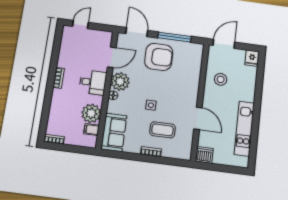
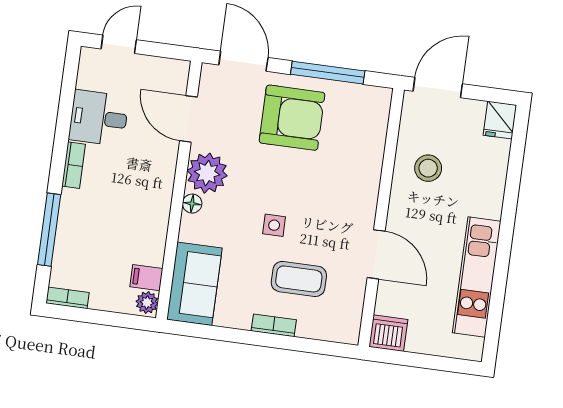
door: (112, 57) -> (188, 119), swing flipped
desk: (93, 82) -> (99, 118), moved, turned 180
window: (46, 107) -> (49, 230), added
plant: (91, 113) -> (147, 303), moved, width x0.53, depth x0.53

